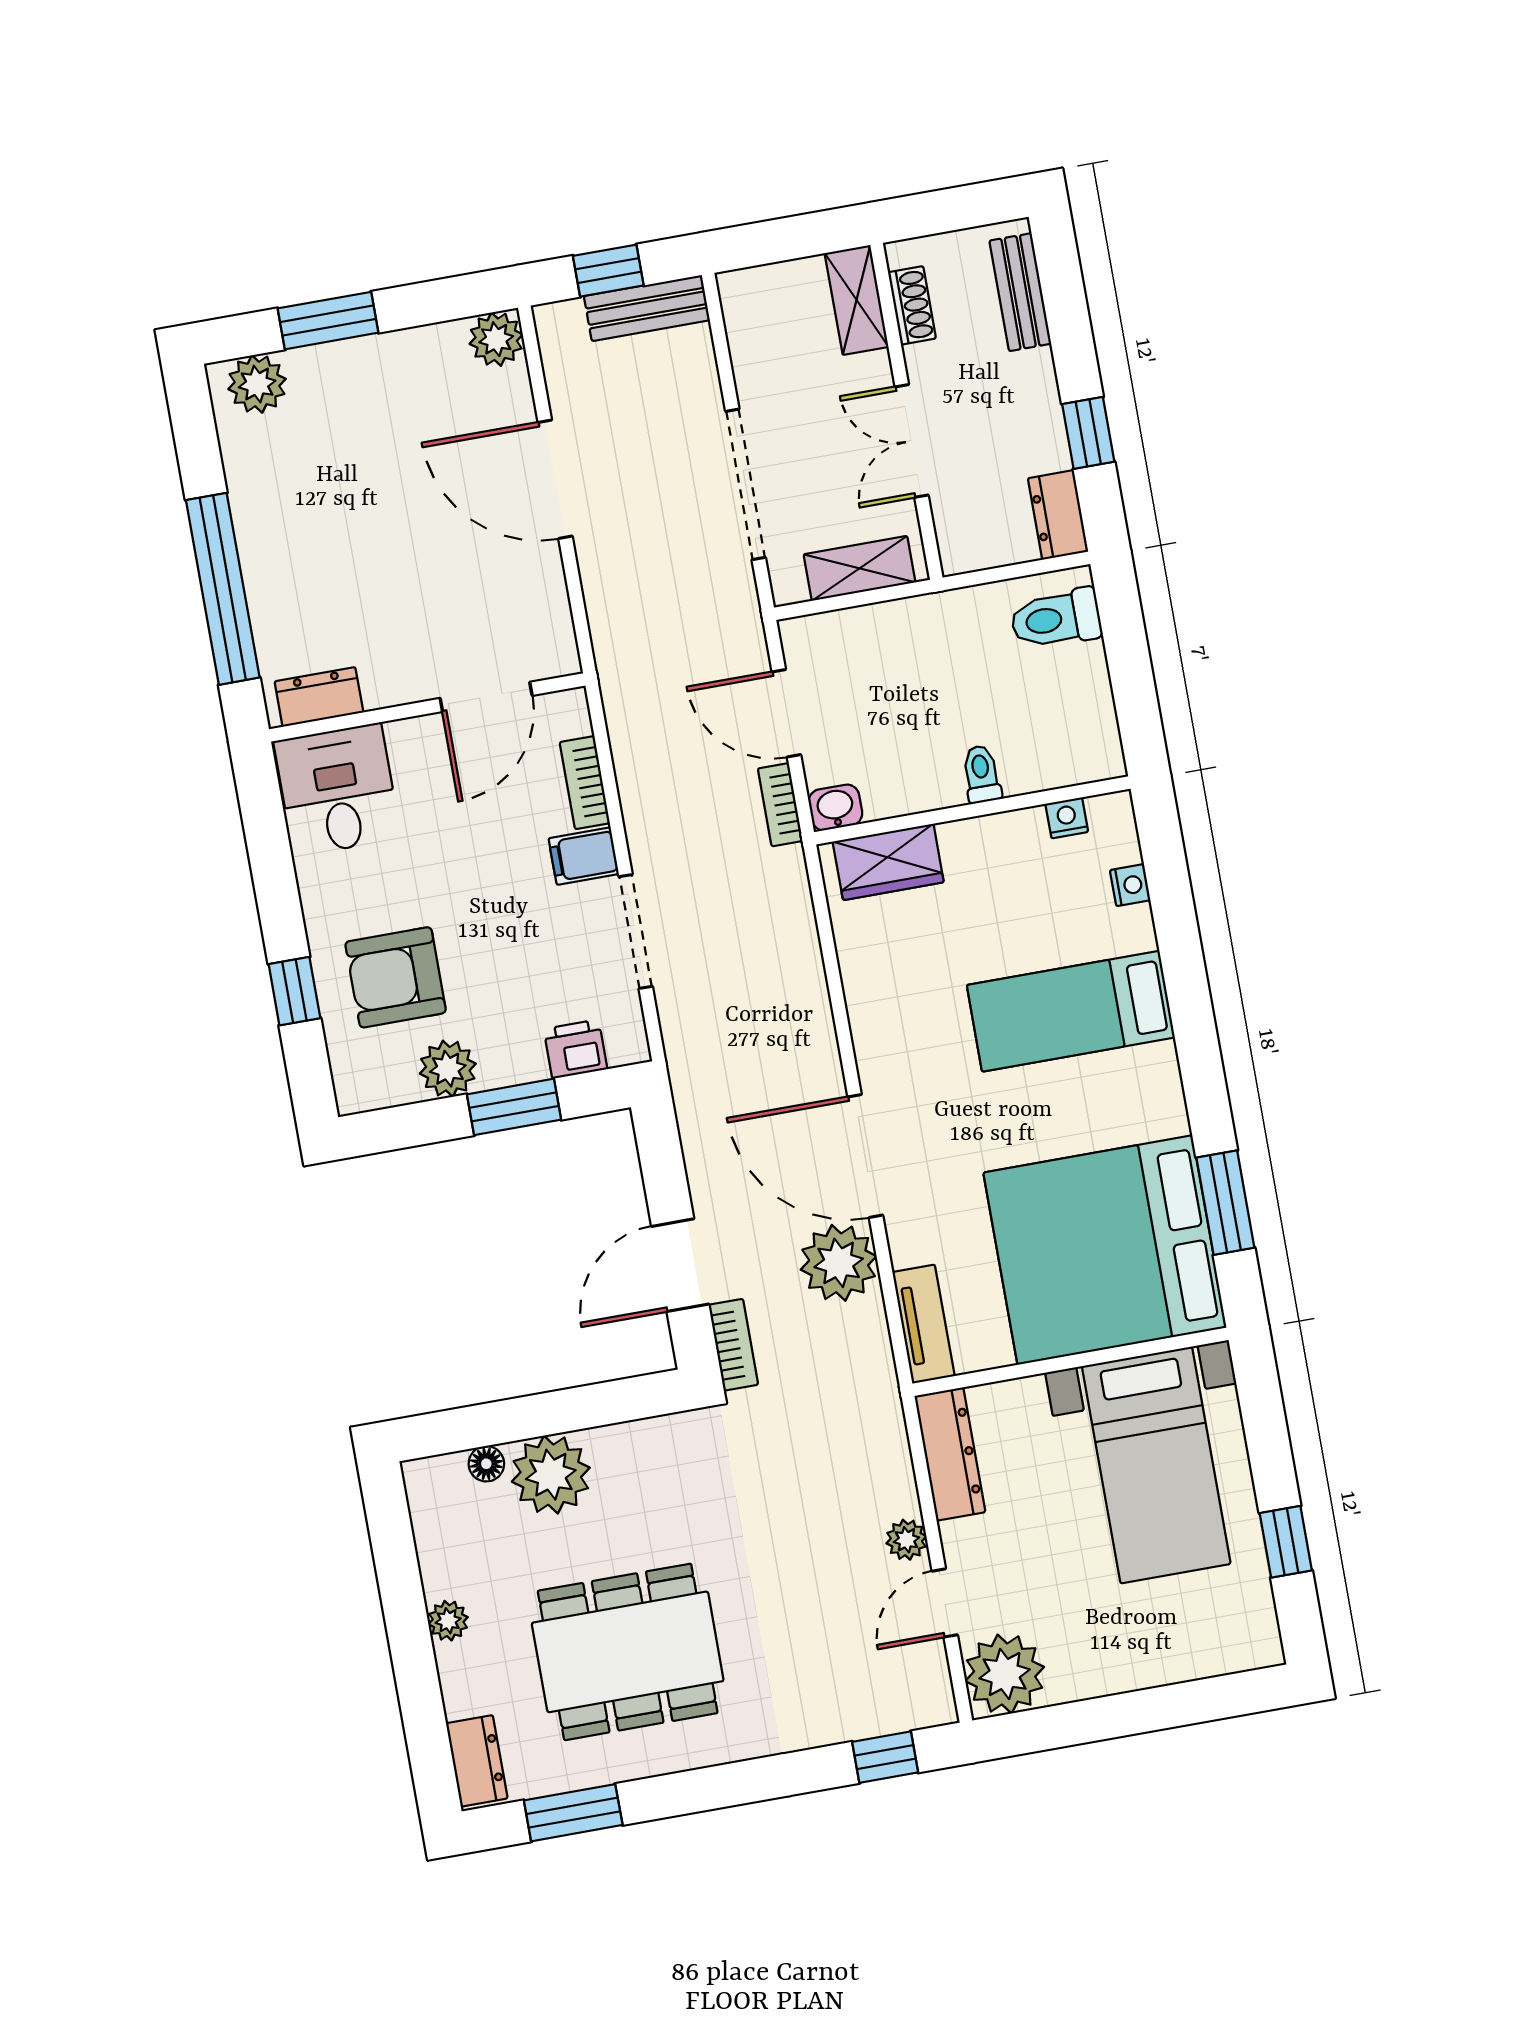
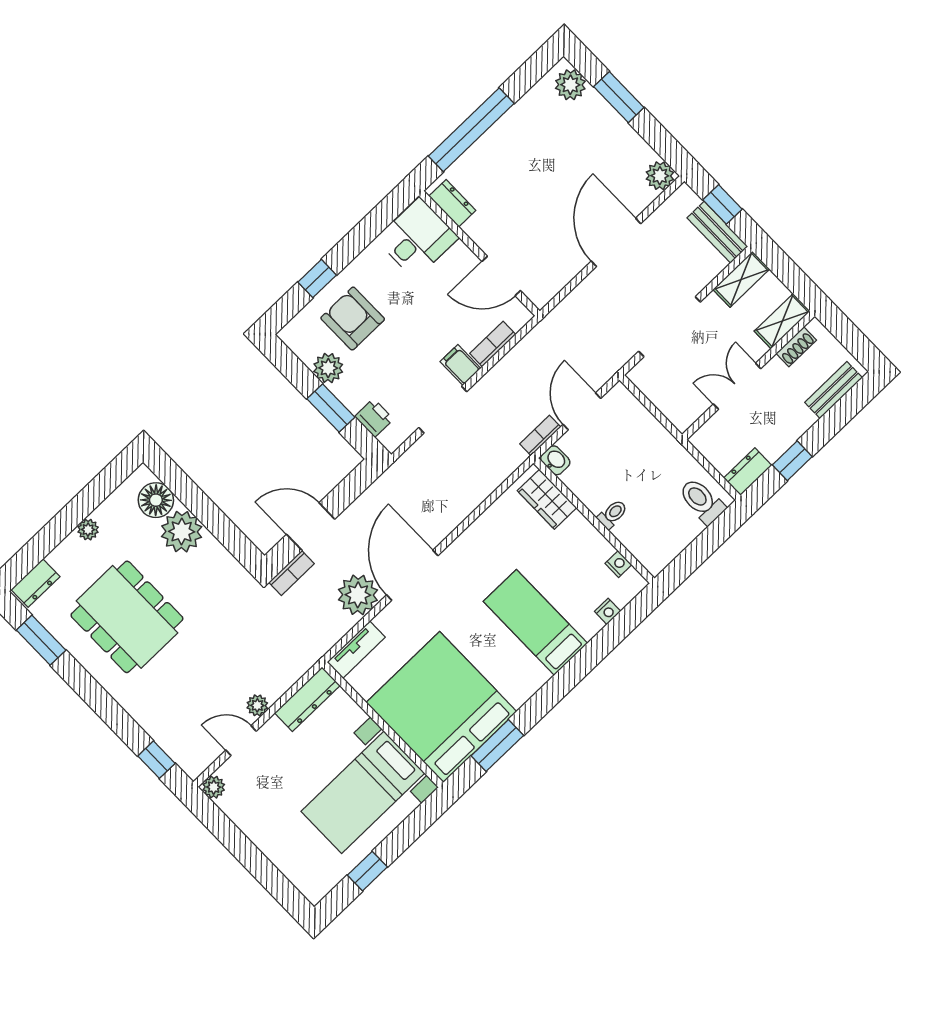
shelving: (860, 568) -> (741, 279), moved, turned 90
floor lamp: (486, 1464) -> (156, 500), width x1.89, depth x1.89
plant: (1005, 1674) -> (214, 787), width x0.53, depth x0.53

